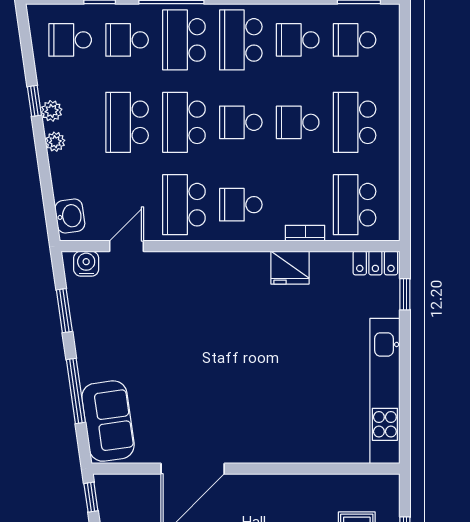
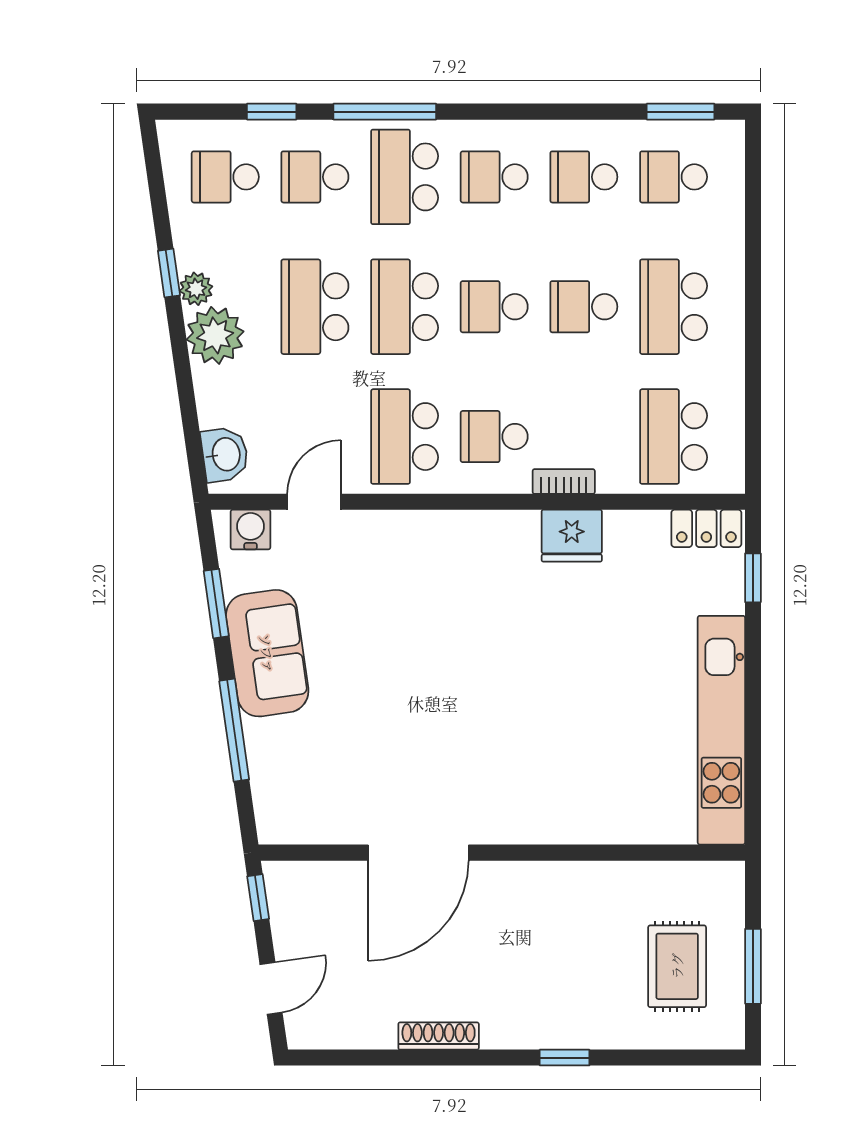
school desk: (241, 40) -> (494, 177), width x0.54
plant: (55, 142) -> (215, 335), width x1.87, depth x1.87
bookcase: (305, 233) -> (564, 482), moved
sofa: (108, 421) -> (267, 653), moved

